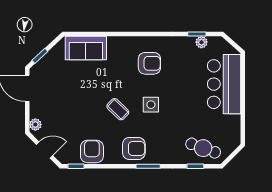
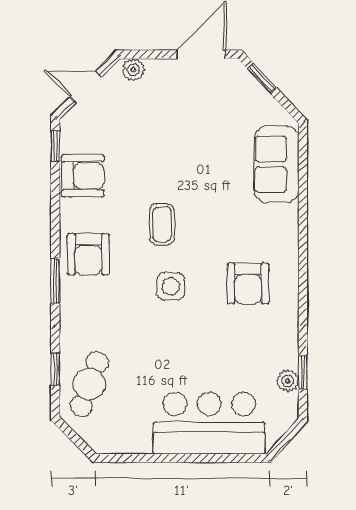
coffee table: (118, 109) -> (162, 224), turned -44
door: (45, 150) -> (86, 87), swing flipped

